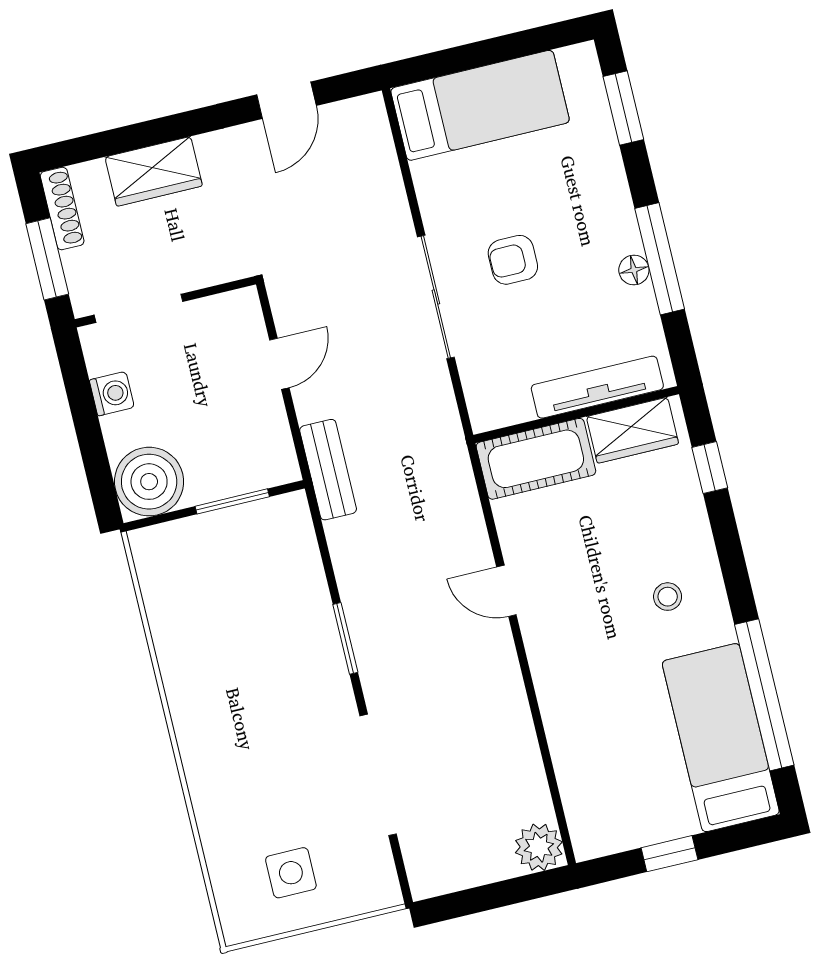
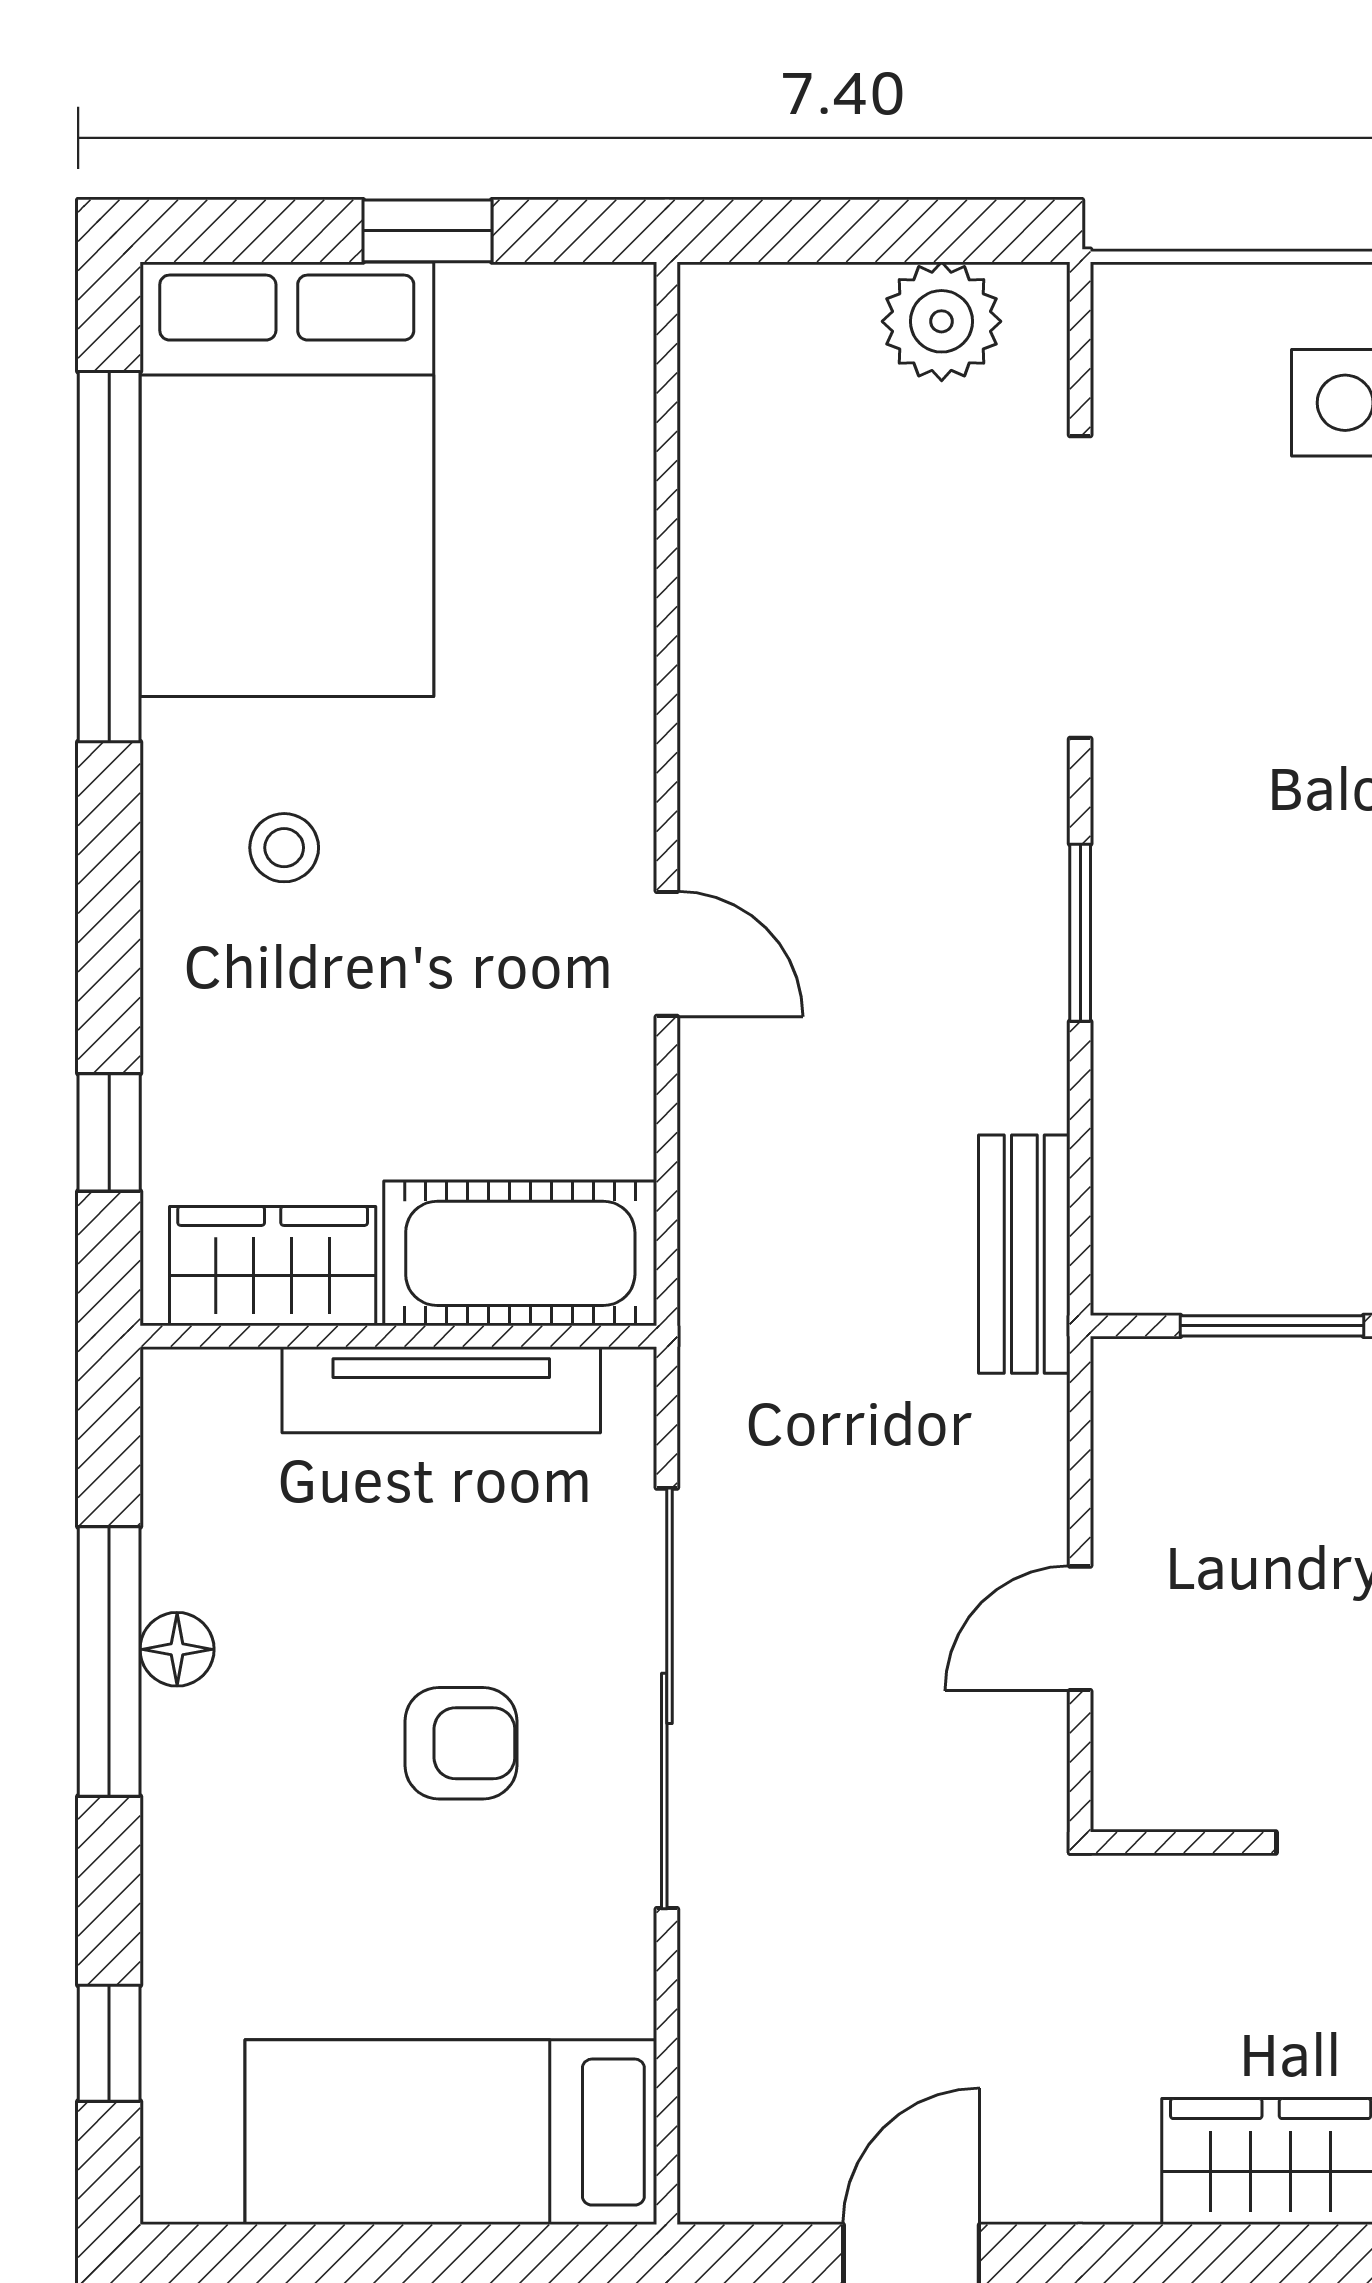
window: (623, 108) -> (109, 2043), width x0.67
sliding door: (436, 297) -> (667, 1698), width x1.36
tv unit: (597, 387) -> (441, 1390), moved
bench: (328, 470) -> (1024, 1254), moved
bed: (721, 738) -> (287, 479), width x1.50
plant: (539, 847) -> (942, 321), moved

